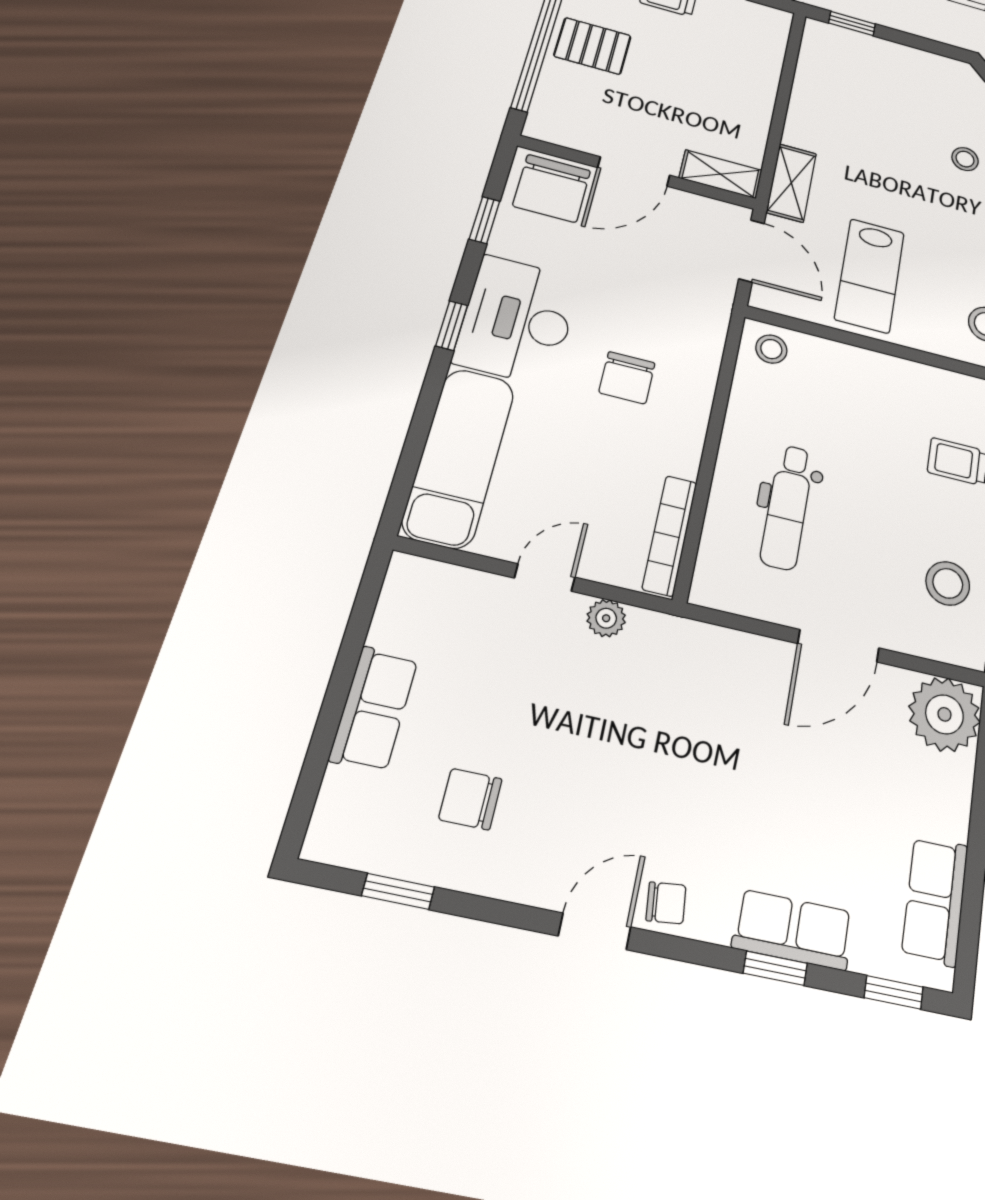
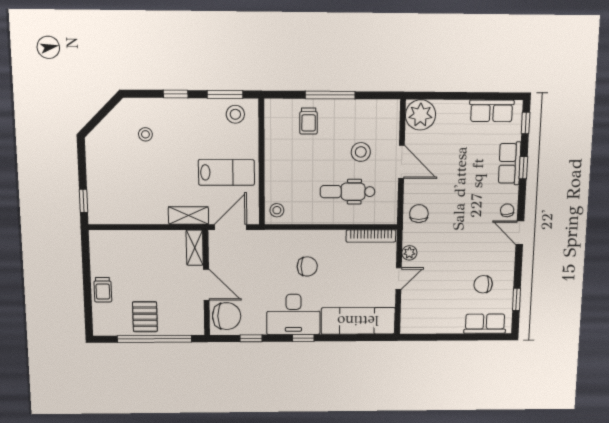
dental chair: (787, 507) -> (348, 192), turned 180
door: (545, 578) -> (399, 279), swing flipped
stool: (948, 583) -> (361, 152), moved
chair: (703, 662) -> (419, 214), added
row of seats: (374, 709) -> (485, 324), moved
chair: (470, 799) -> (483, 284), turned 90

